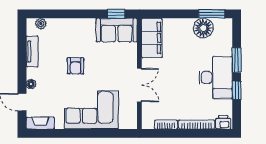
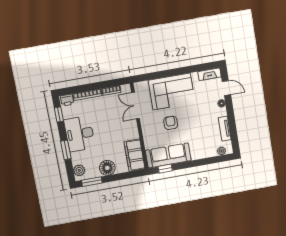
floor lamp: (203, 28) -> (107, 168), moved
sofa: (117, 30) -> (168, 155), width x1.36
plant: (225, 31) -> (79, 170), added
armchair: (75, 66) -> (171, 123), moved
double door: (139, 85) -> (136, 106), moved
window: (237, 90) -> (59, 115), moved

